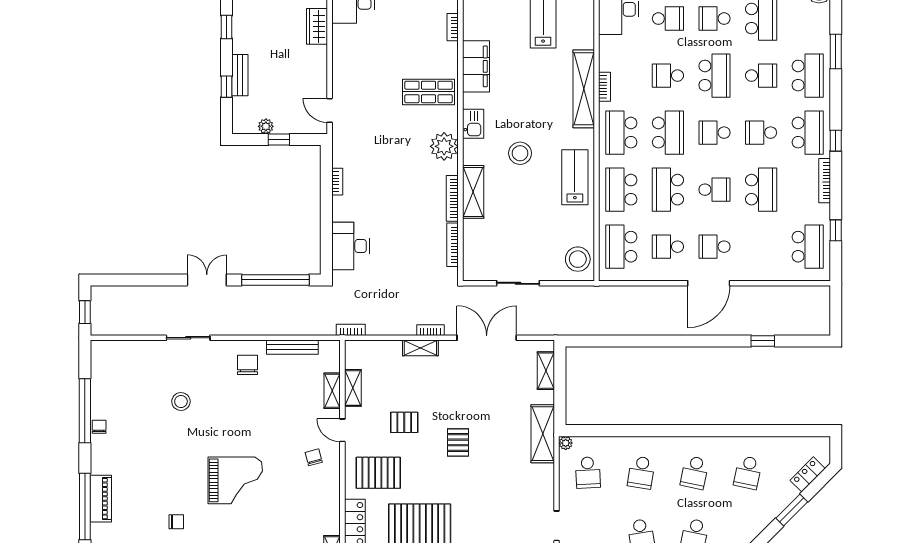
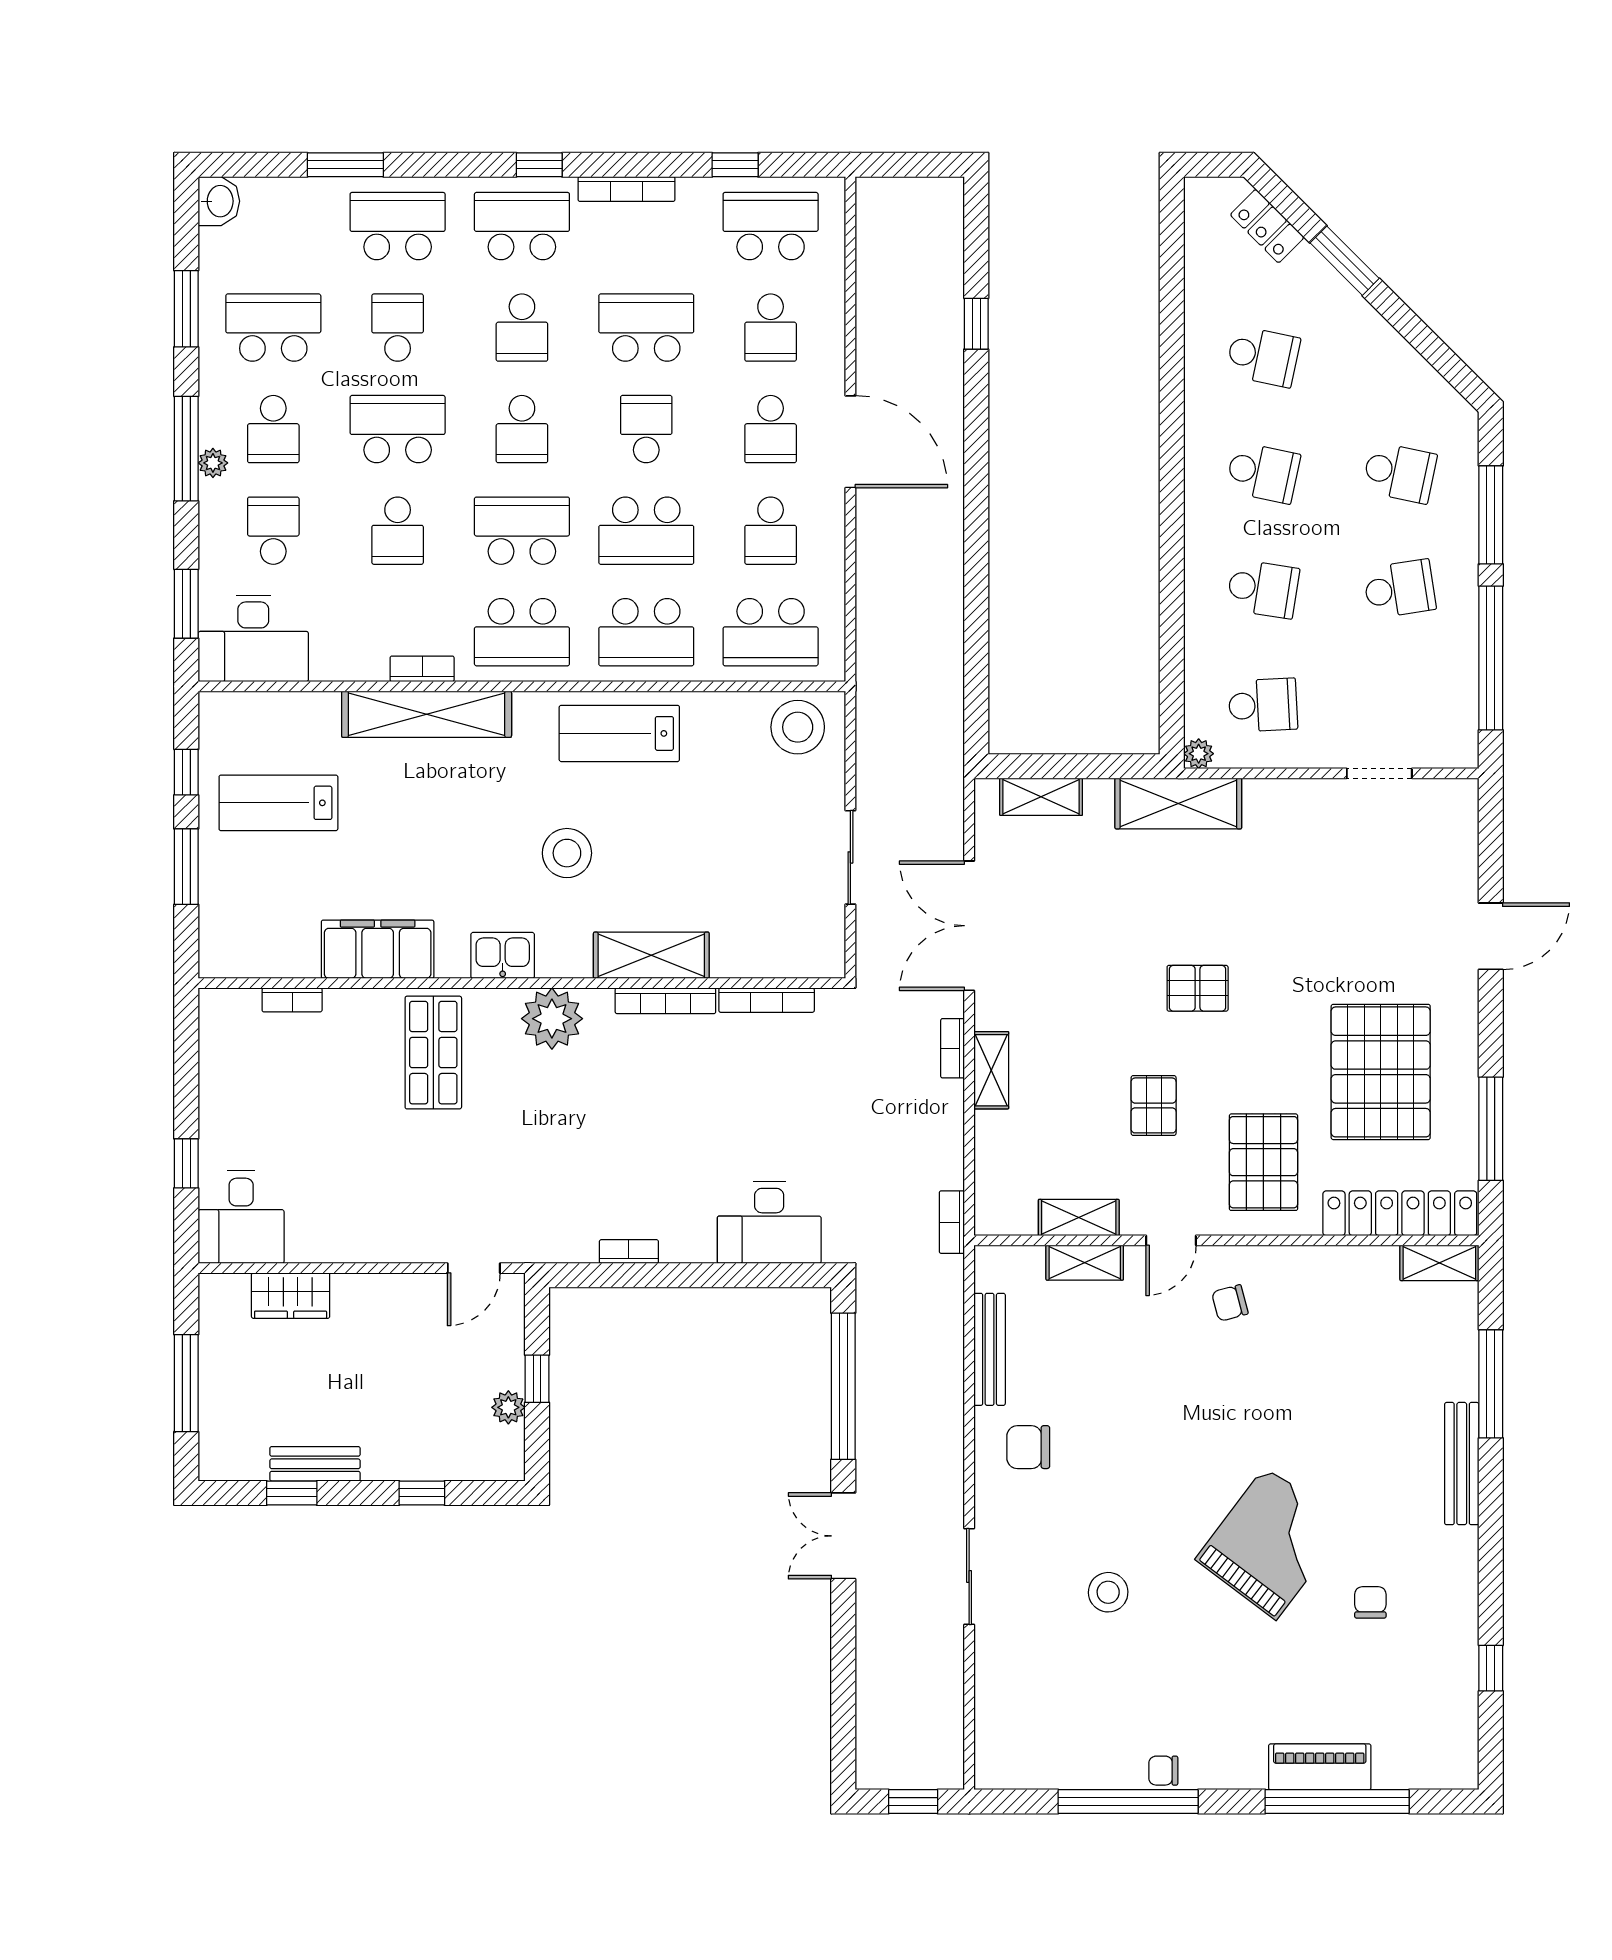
bench: (240, 75) -> (315, 1464), moved
school desk: (761, 247) -> (771, 328), added
grand piano: (235, 480) -> (1271, 1543), moved, turned 37

